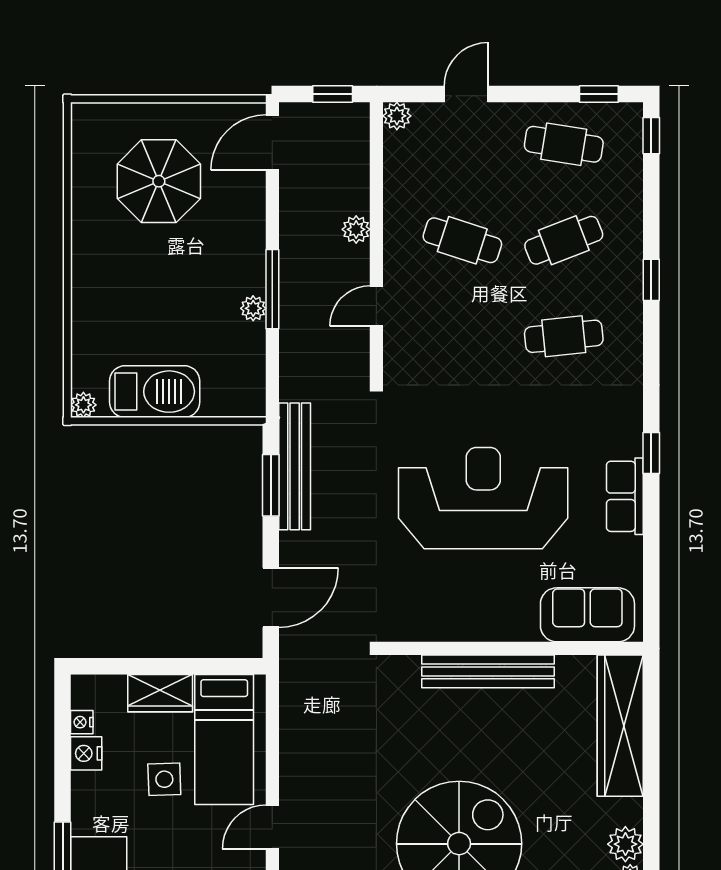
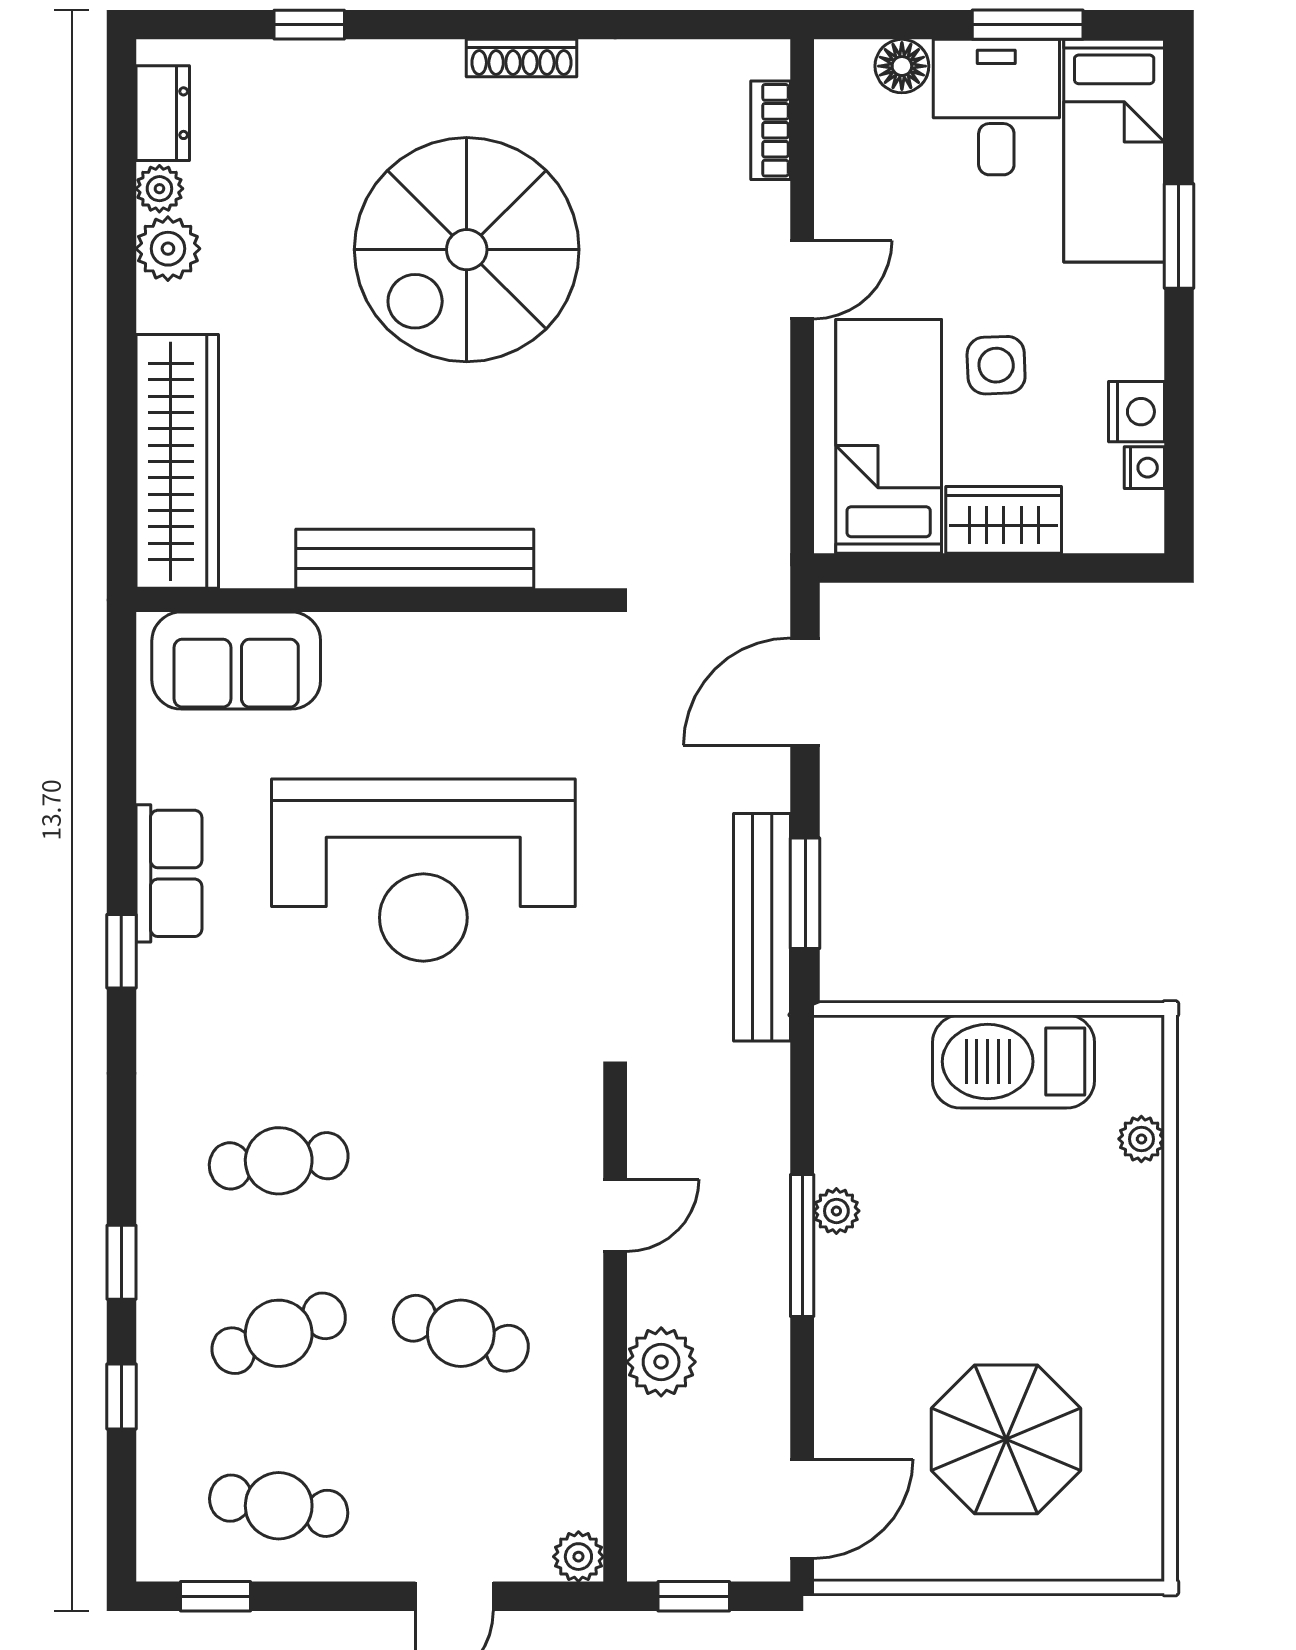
window: (651, 136) -> (121, 1397), moved
plant: (356, 229) -> (661, 1362), width x1.38, depth x1.38
plant: (83, 405) -> (1141, 1139), moved

